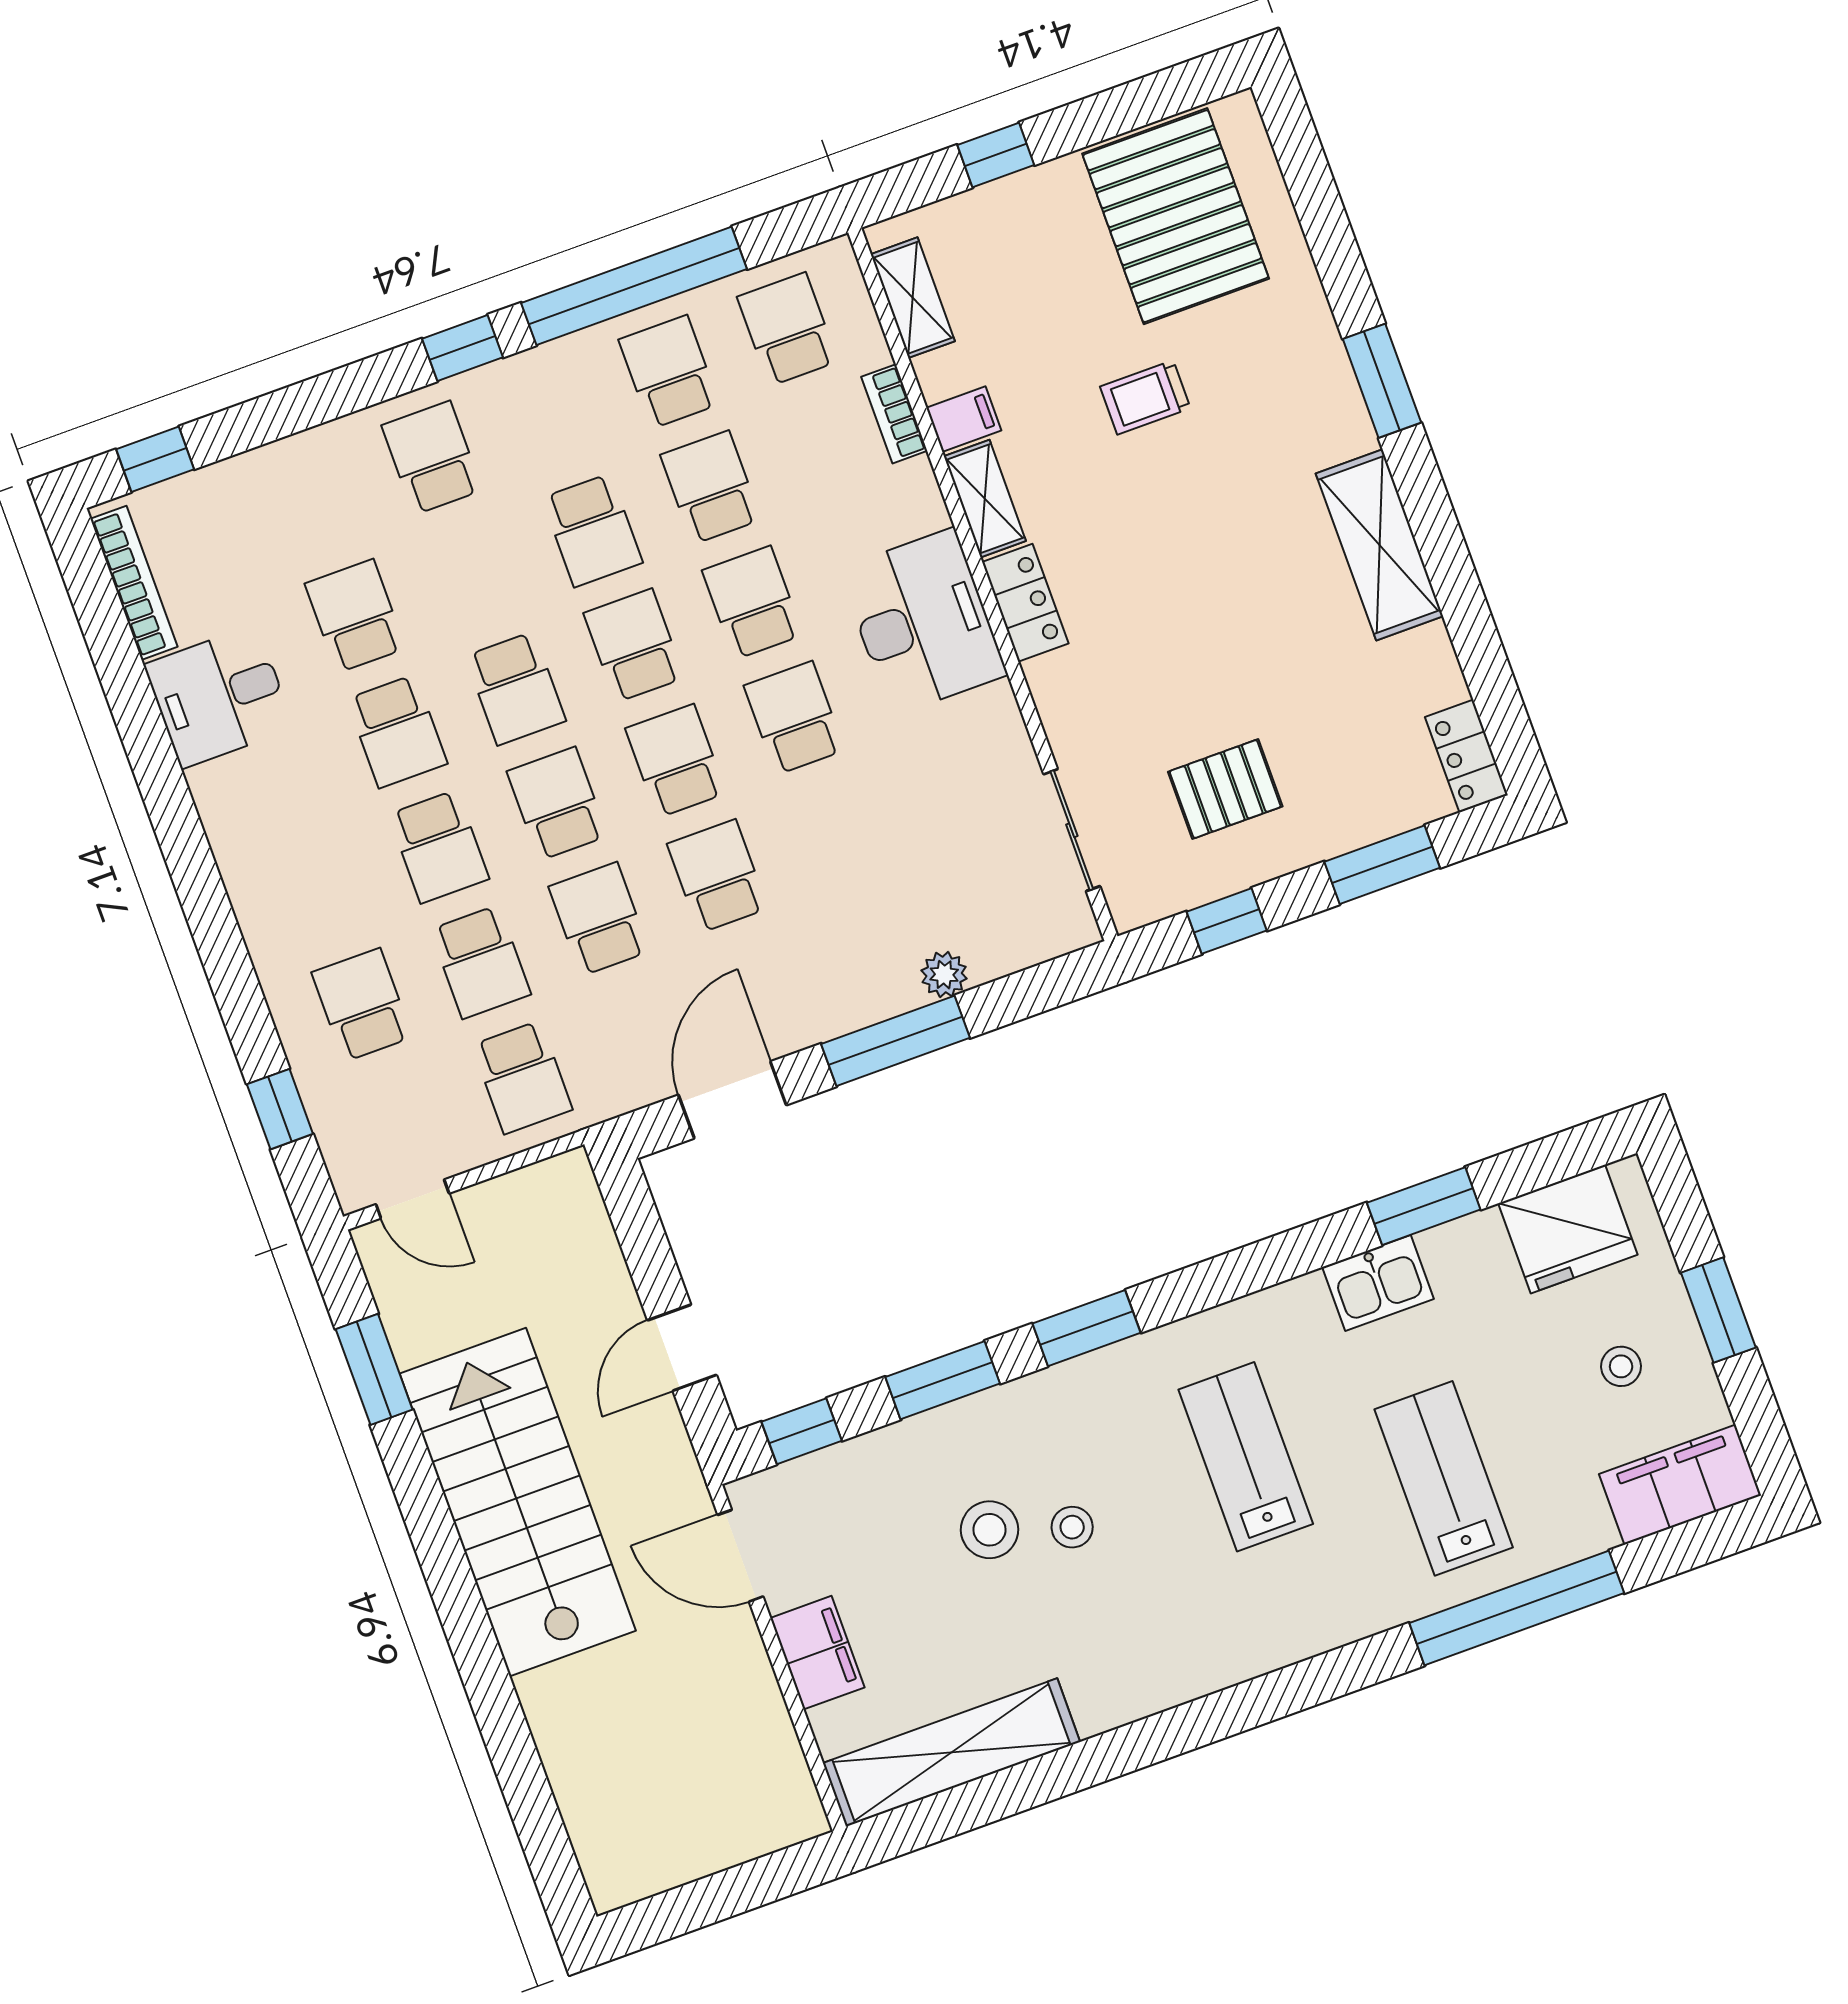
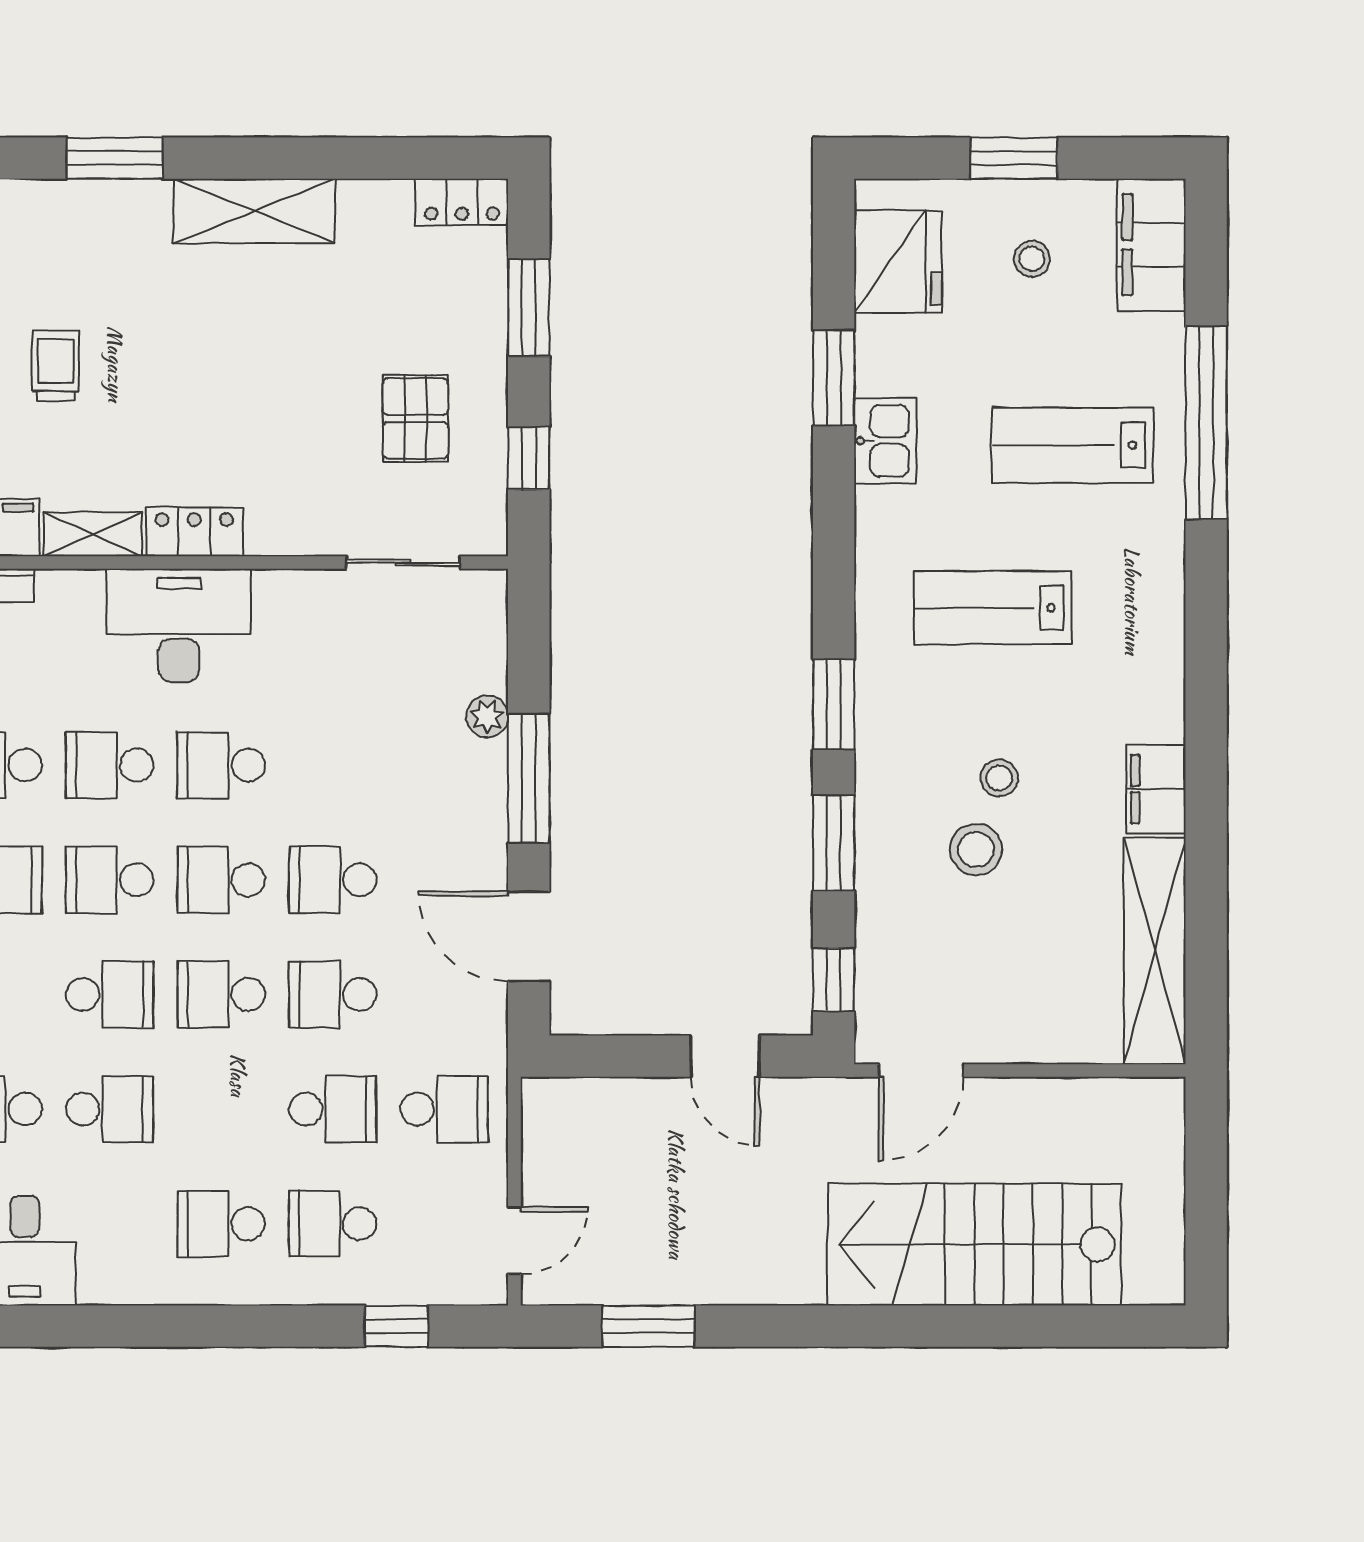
trolley: (1145, 397) -> (56, 366), turned 180
school desk: (439, 847) -> (221, 1224), moved, turned 180
stairs: (518, 1502) -> (974, 1244), moved
filing cabinet: (817, 1653) -> (1156, 789), moved, turned -90

